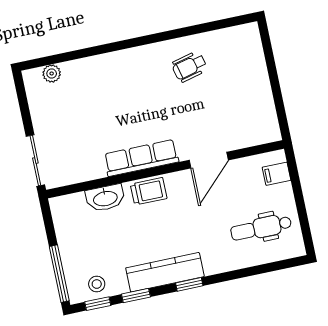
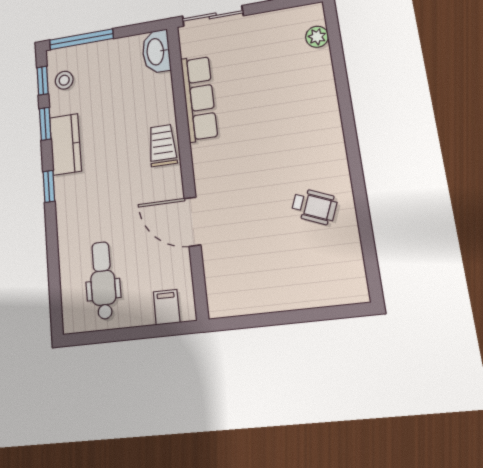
wheelchair: (189, 67) -> (314, 206), turned 126
row of seats: (141, 158) -> (199, 98), moved
trolley: (149, 191) -> (162, 145), turned 180
washbasin: (105, 198) -> (156, 52), moved
kitchen counter: (165, 272) -> (66, 144), width x0.67

